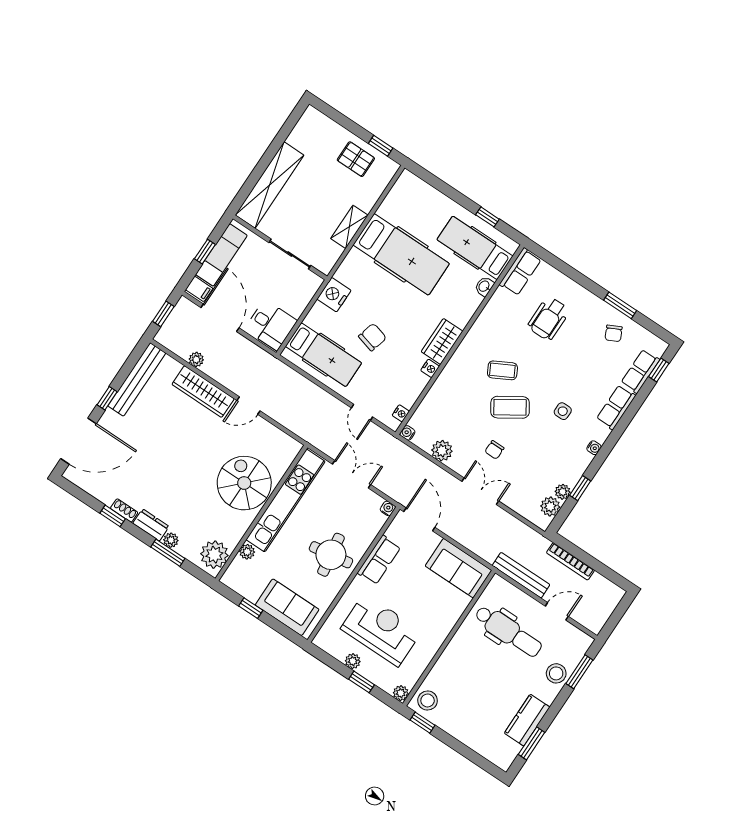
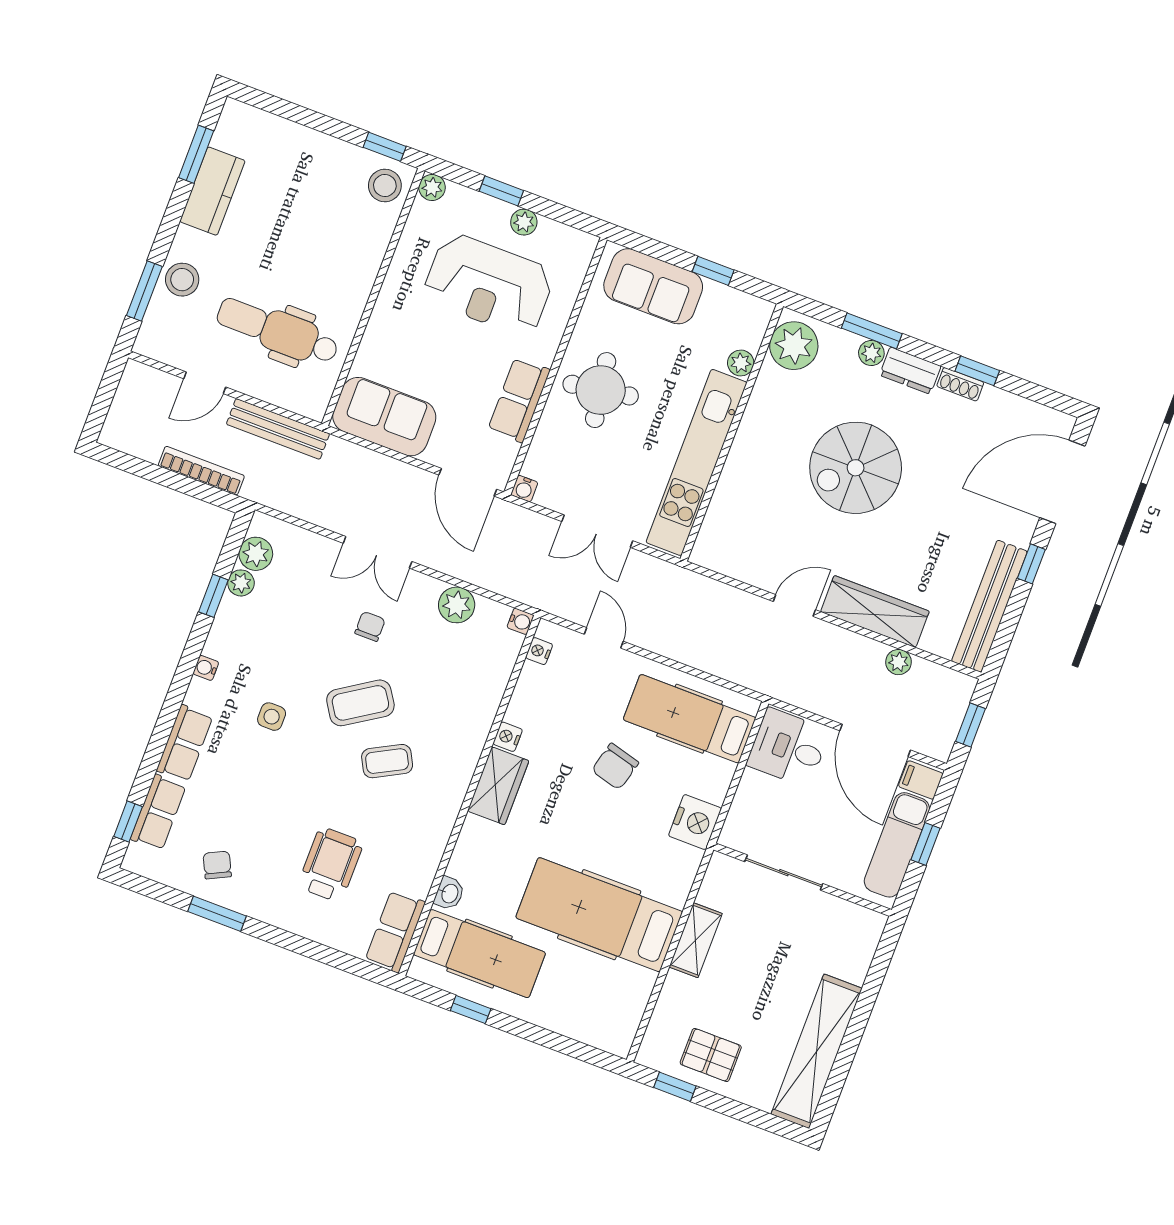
shelving: (270, 185) -> (817, 1051), moved
spiral stairs: (244, 483) -> (856, 468), moved, turned 90

